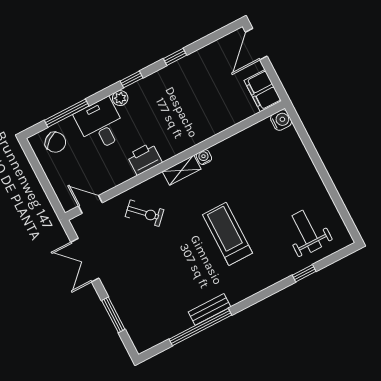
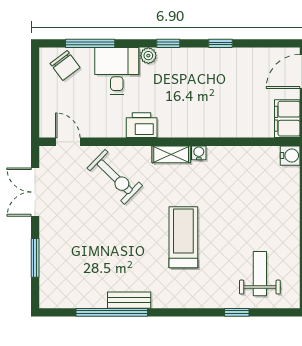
exercise bike: (145, 213) -> (115, 177), width x1.38, depth x1.39

